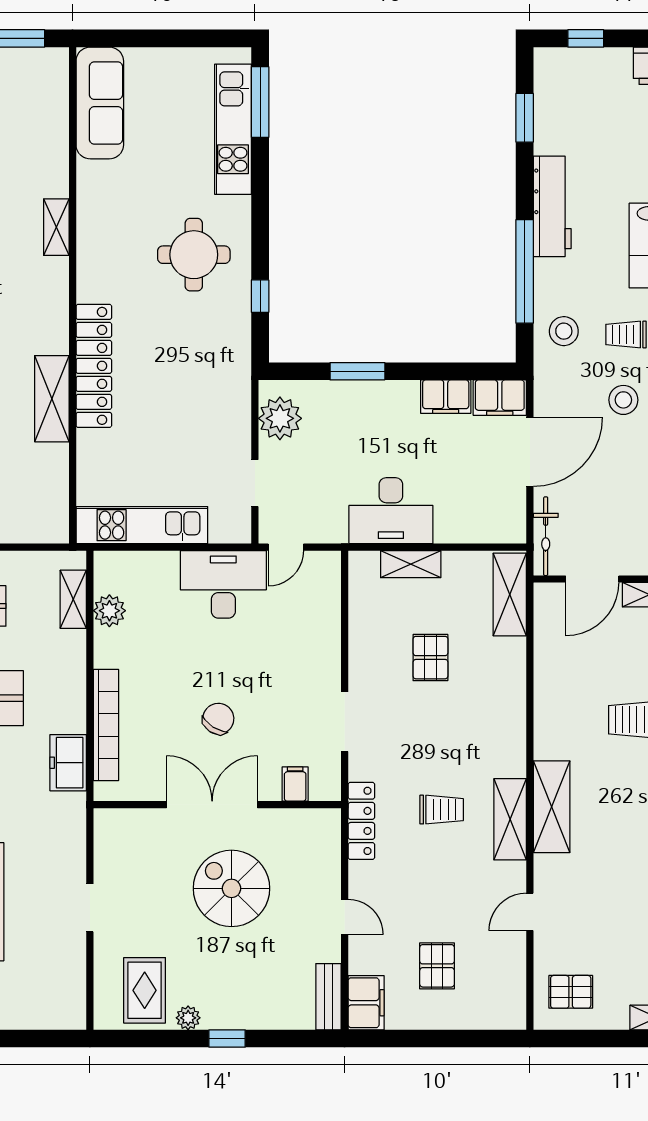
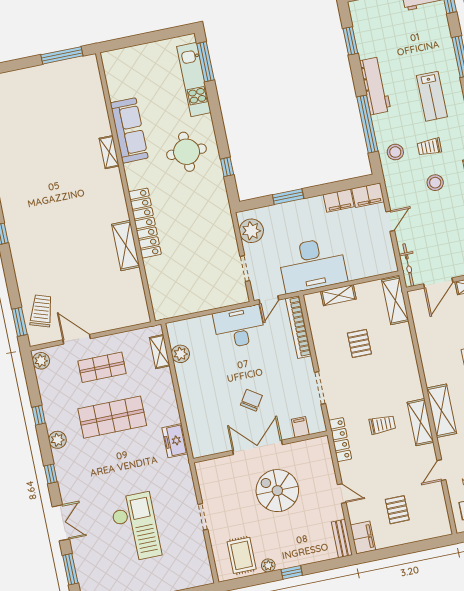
sofa: (100, 103) -> (129, 130), moved
door: (530, 452) -> (390, 221), width x0.53
desk: (391, 511) -> (312, 265), width x1.36, depth x1.30
kitchen unit: (142, 525) -> (188, 304), removed
bookcase: (106, 725) -> (298, 327), moved, turned 180

